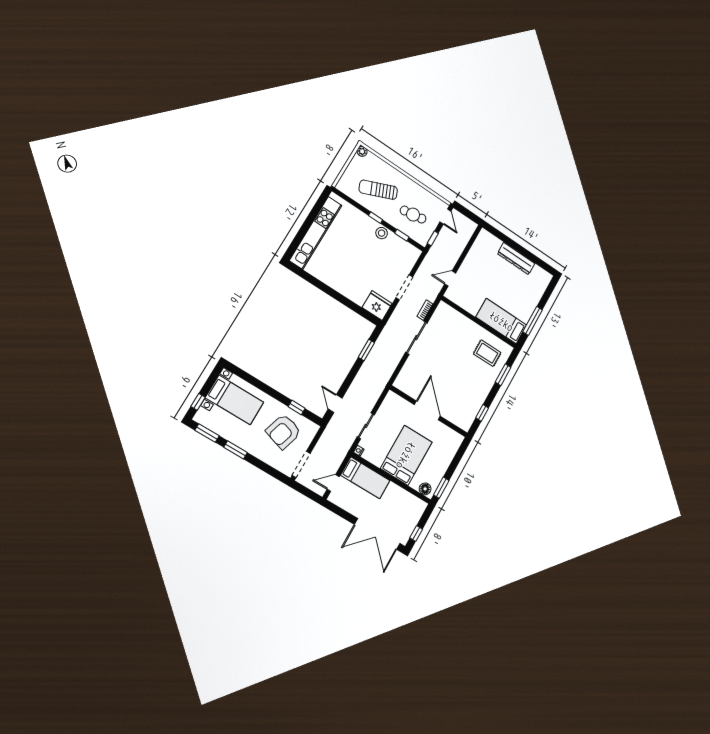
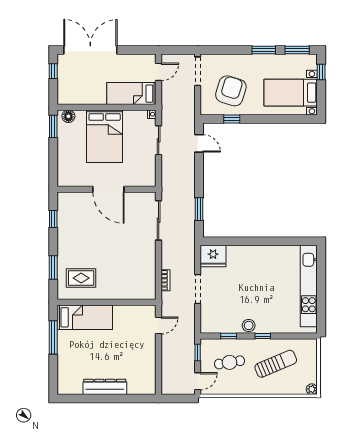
door: (445, 217) -> (198, 381), swing flipped
sliding door: (416, 338) -> (159, 220), moved

